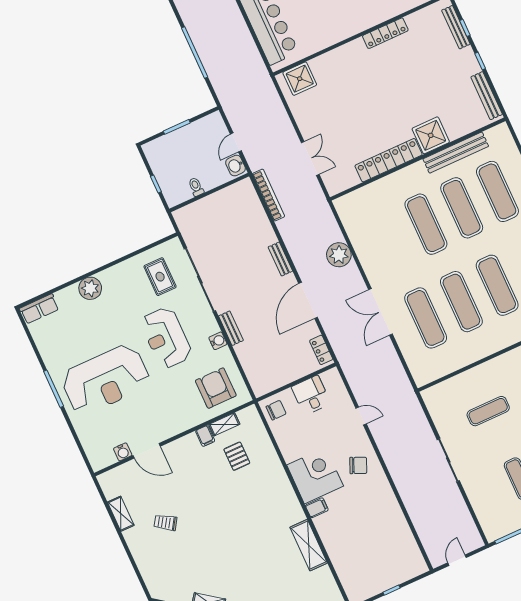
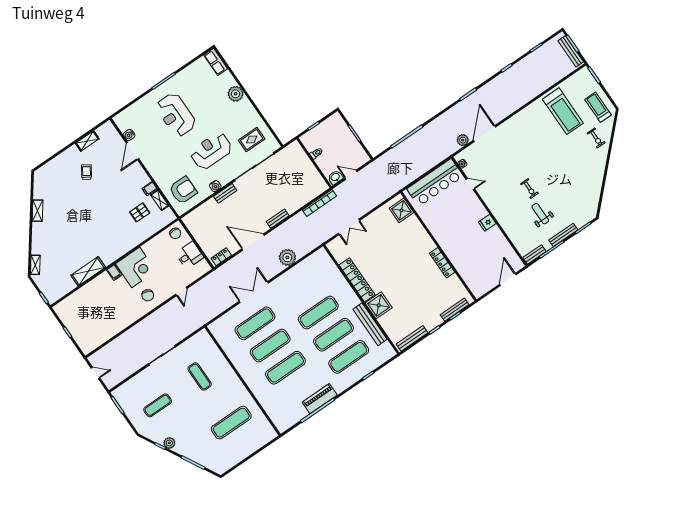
reception desk: (105, 380) -> (176, 115), width x0.74, depth x0.77

